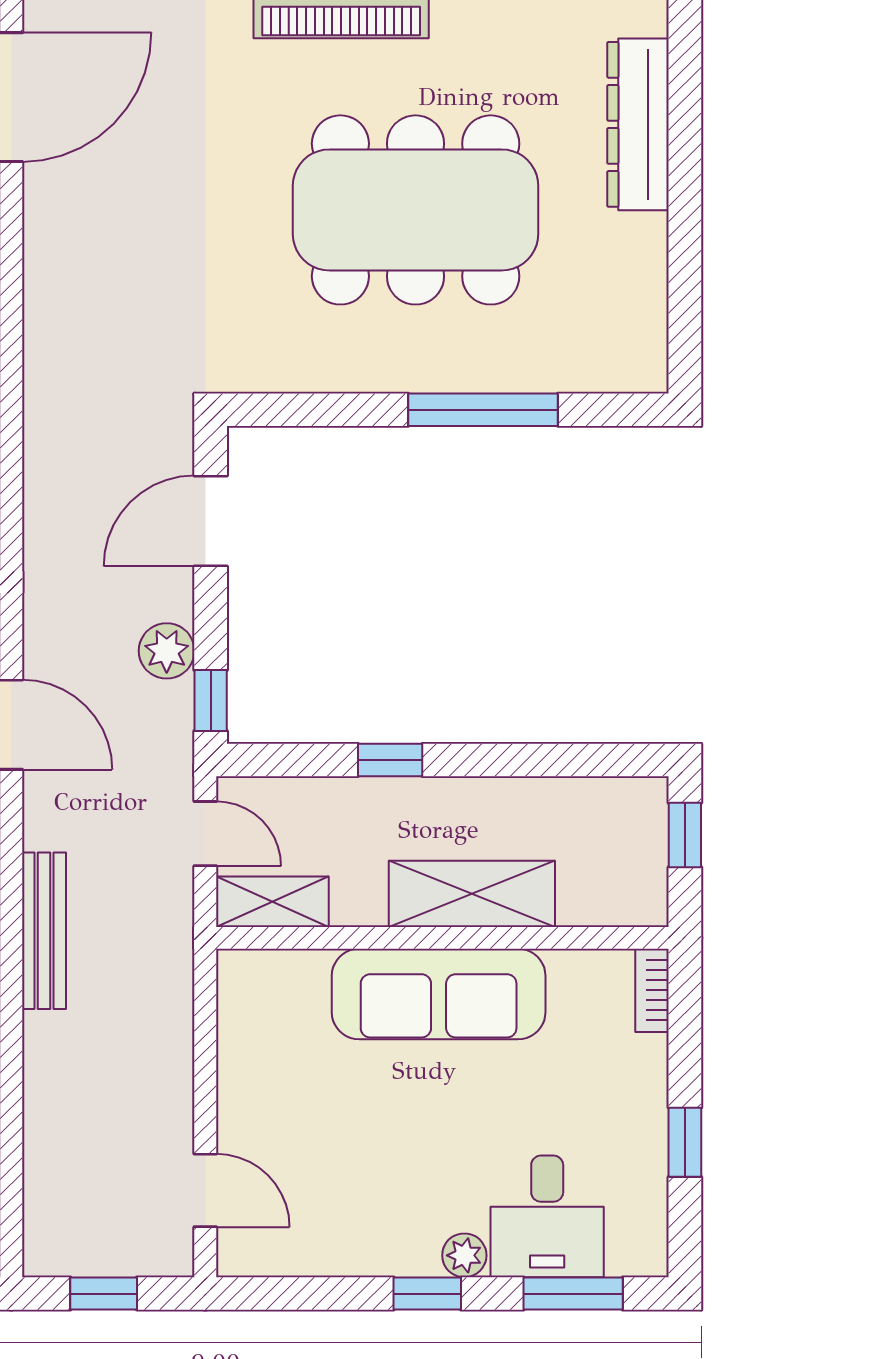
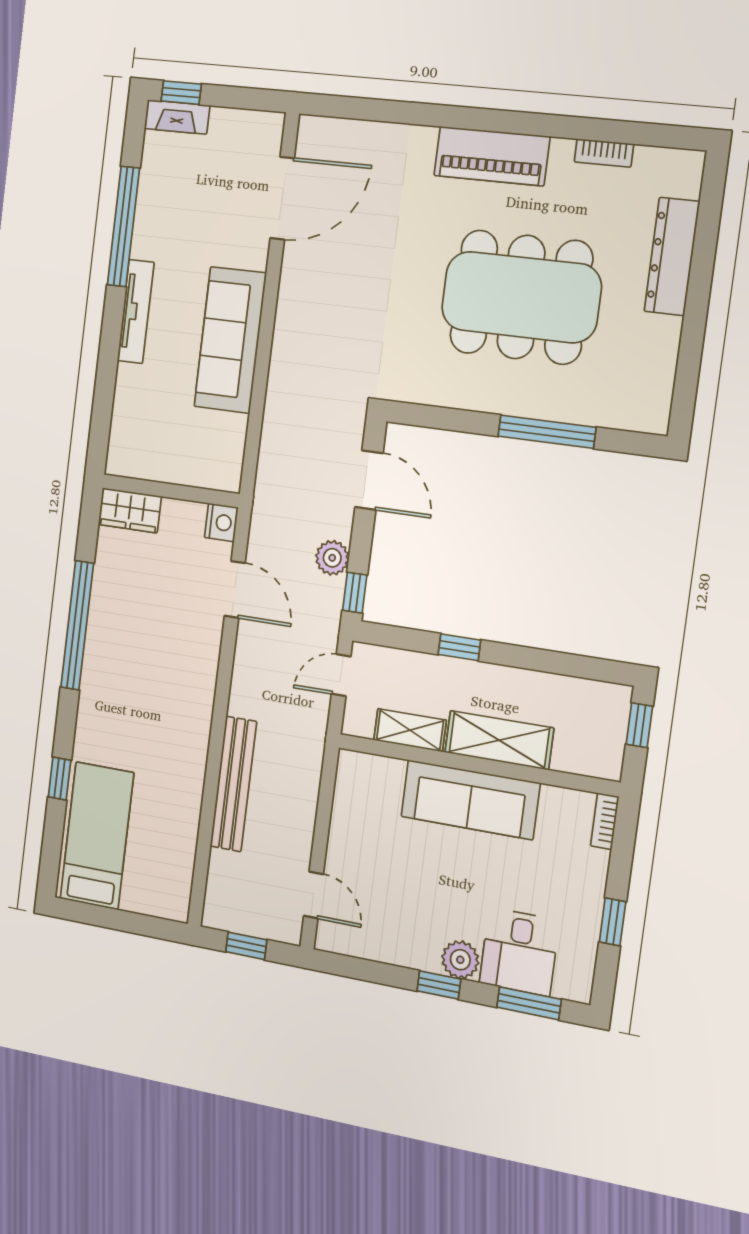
door: (211, 521) -> (369, 480), swing flipped
door: (205, 834) -> (341, 675), swing flipped
shelving: (272, 902) -> (410, 730), moved
bench: (44, 931) -> (233, 784), moved, width x1.37, depth x1.21
plant: (464, 1255) -> (460, 960), width x1.38, depth x1.38

